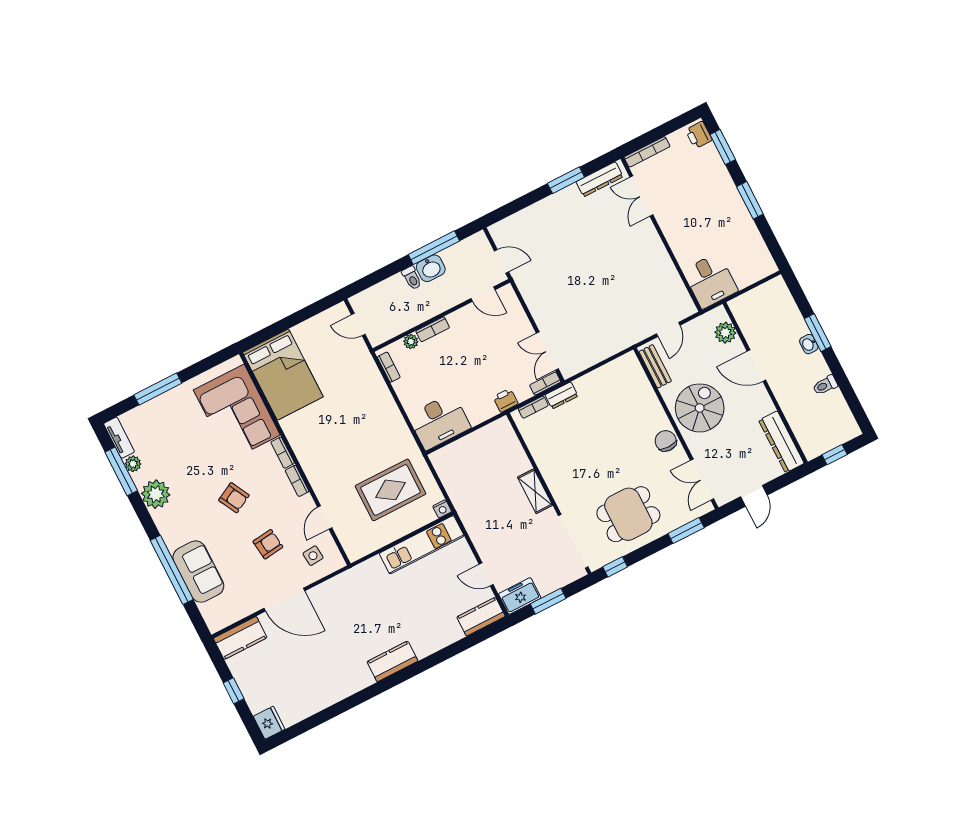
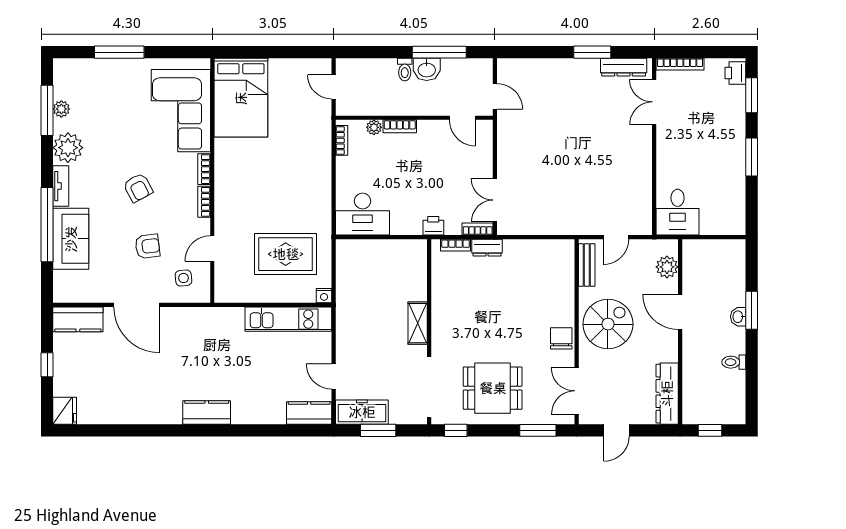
tv unit: (119, 438) -> (61, 186), moved
freezer: (520, 596) -> (362, 412), width x1.40

